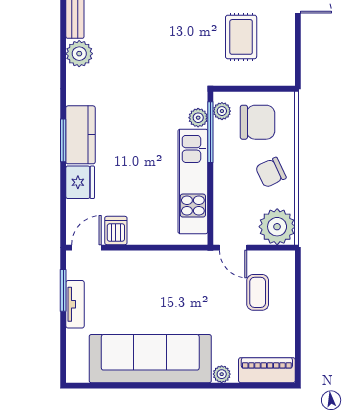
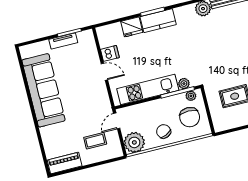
door: (86, 248) -> (104, 72), moved
piano: (267, 370) -> (65, 163), moved, turned -90
plant: (222, 374) -> (45, 132), removed

